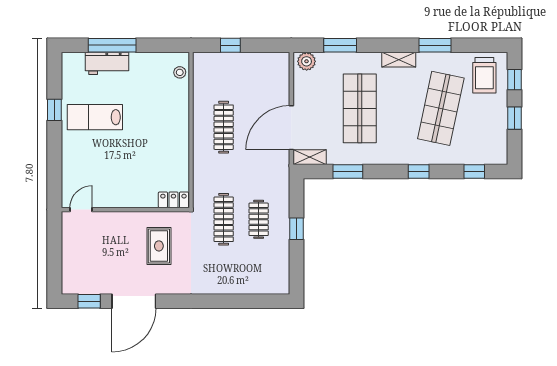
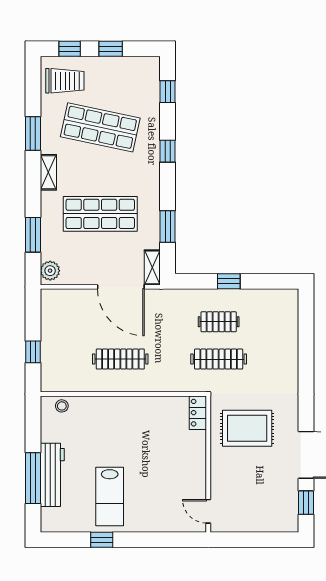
workbench: (107, 63) -> (52, 475), width x1.37
rug: (159, 246) -> (247, 428), width x1.36, depth x1.43

